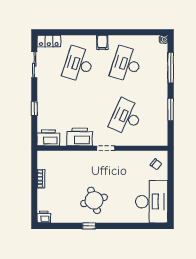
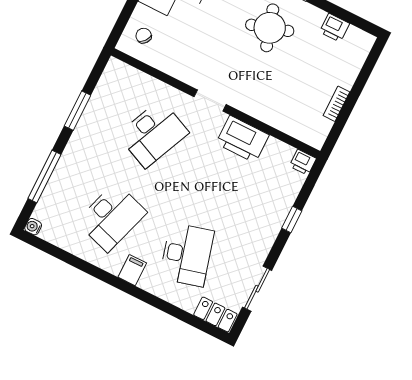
desk: (79, 64) -> (187, 255), turned -33
printer: (48, 138) -> (303, 162), width x0.53, depth x0.68
printer: (44, 217) -> (335, 28), moved

